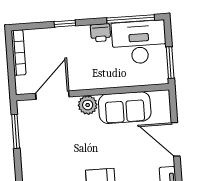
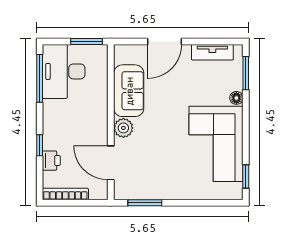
printer: (100, 33) -> (51, 161), moved

